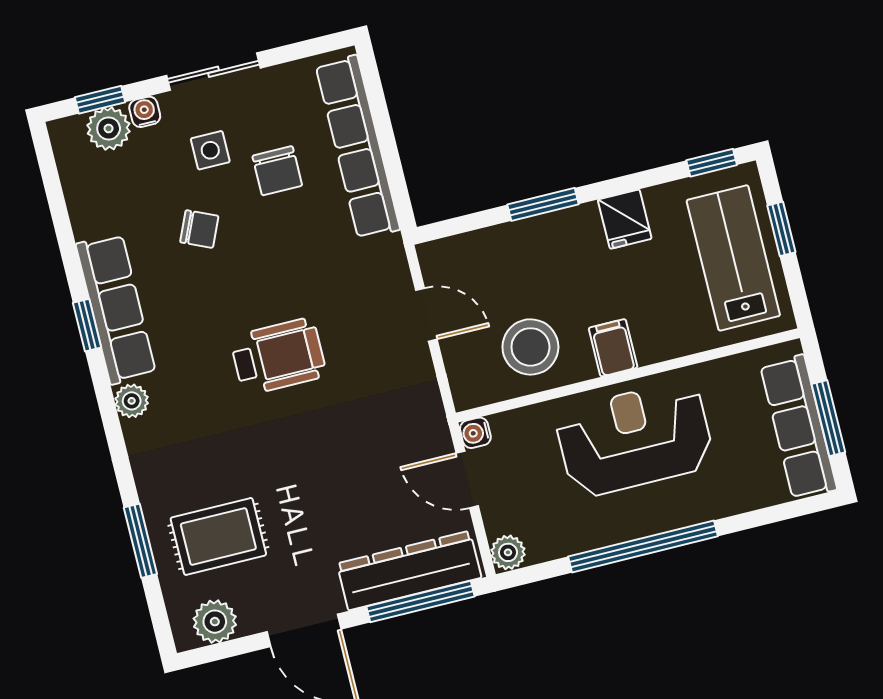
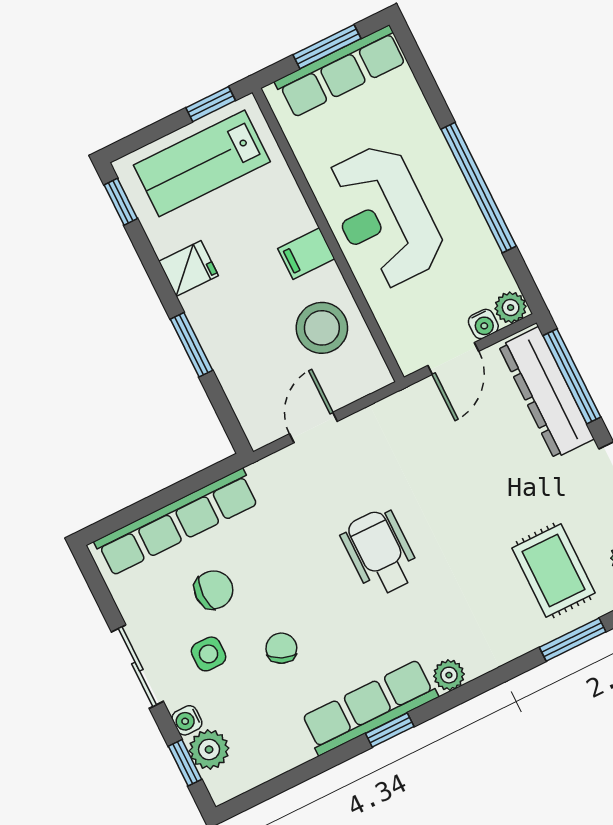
window: (781, 229) -> (211, 104), moved
water cooler: (475, 433) -> (483, 324), moved

